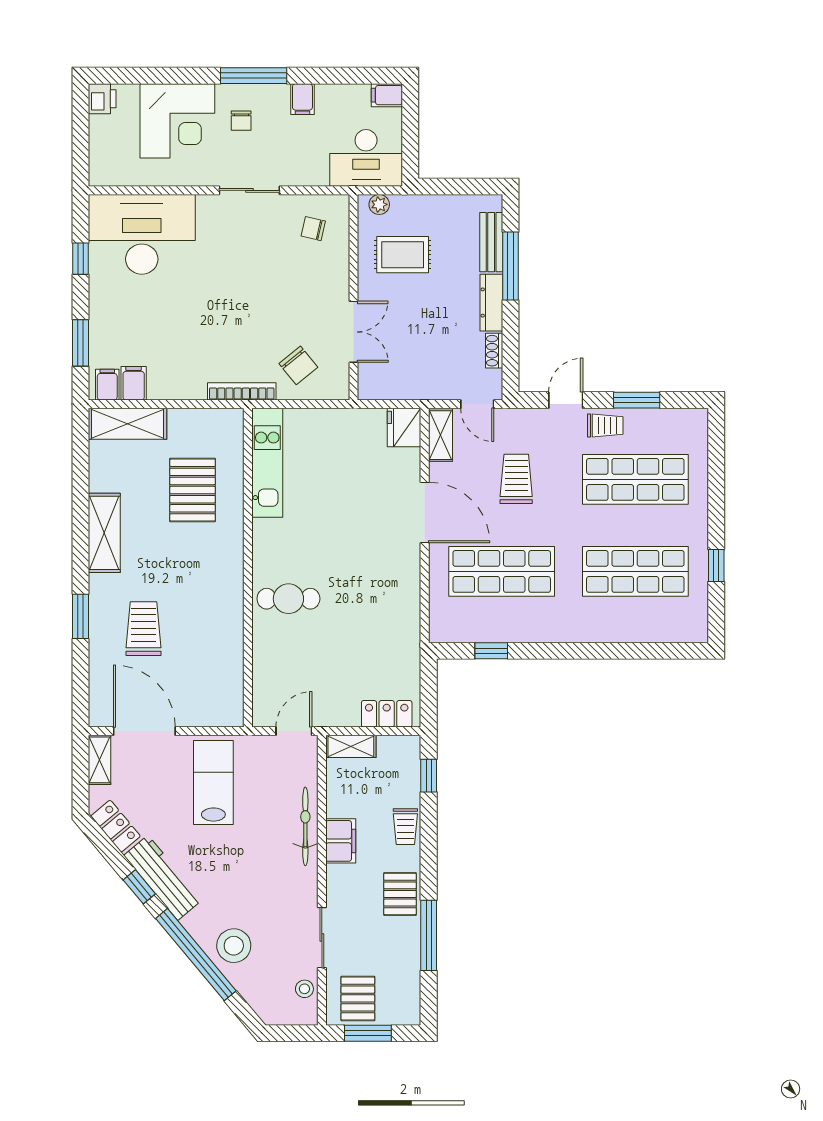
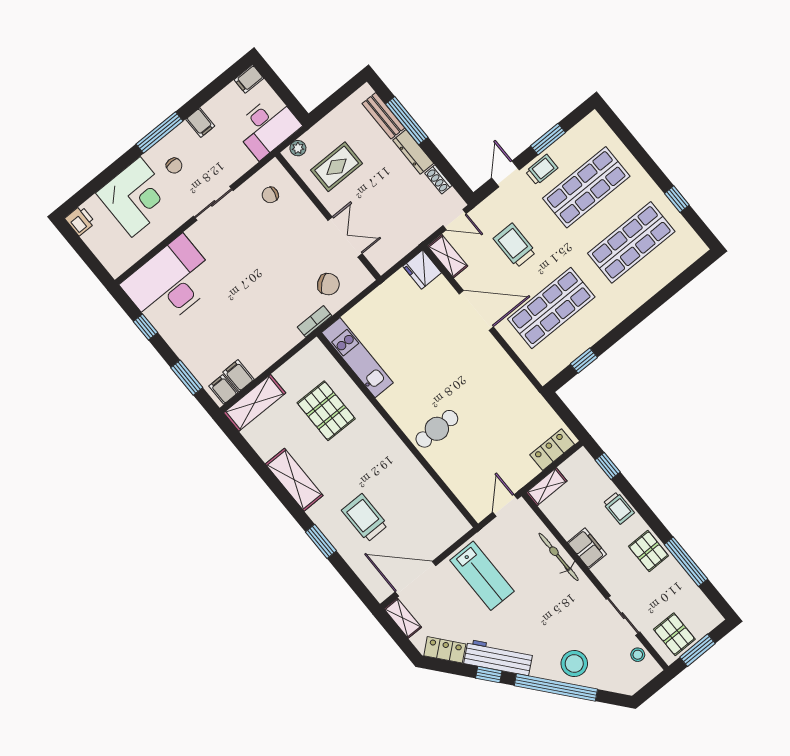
bookcase: (242, 391) -> (315, 321), width x0.64
lab bench: (213, 783) -> (482, 576), turned 180

